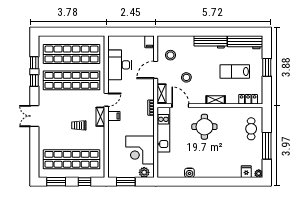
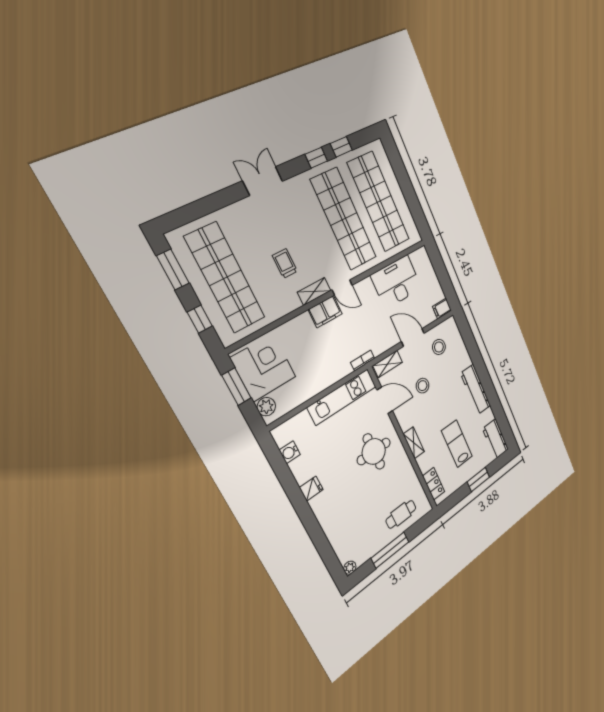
workbench: (245, 42) -> (495, 439), width x0.73
door: (180, 106) -> (385, 400), hinge flipped
filing cabinet: (114, 116) -> (325, 312), width x2.00
corner desk: (140, 150) -> (263, 367), moved, turned 90
fridge: (246, 172) -> (311, 489), moved
water cooler: (189, 173) -> (290, 452), moved

